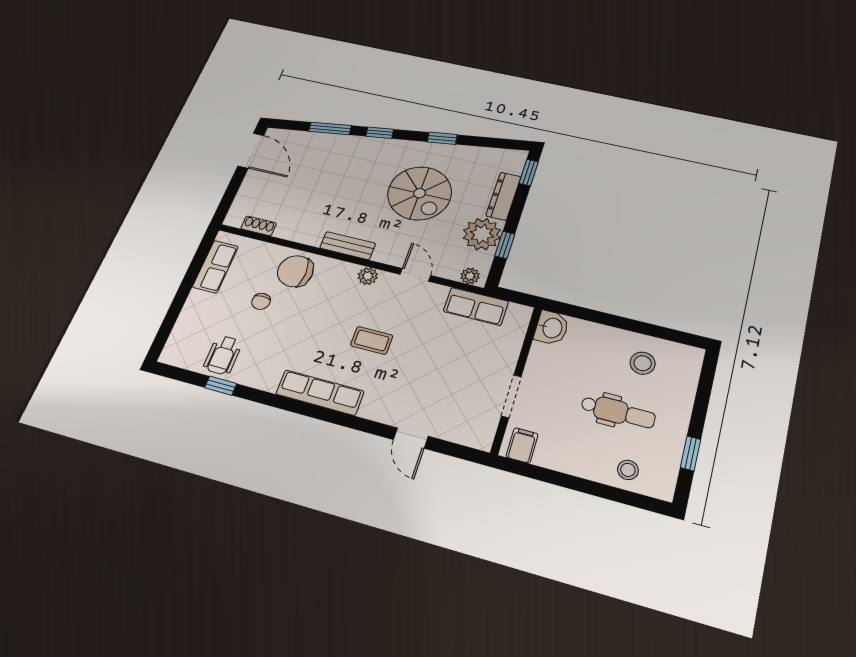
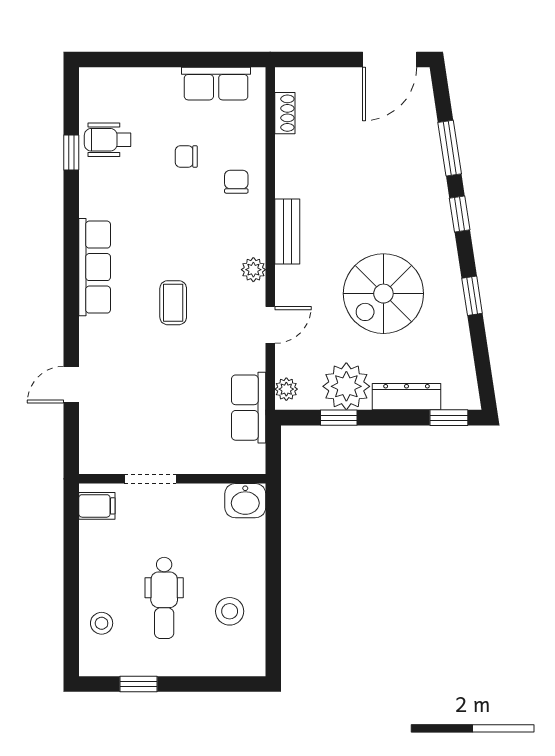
chair: (295, 271) -> (236, 182), width x0.54, depth x0.54

